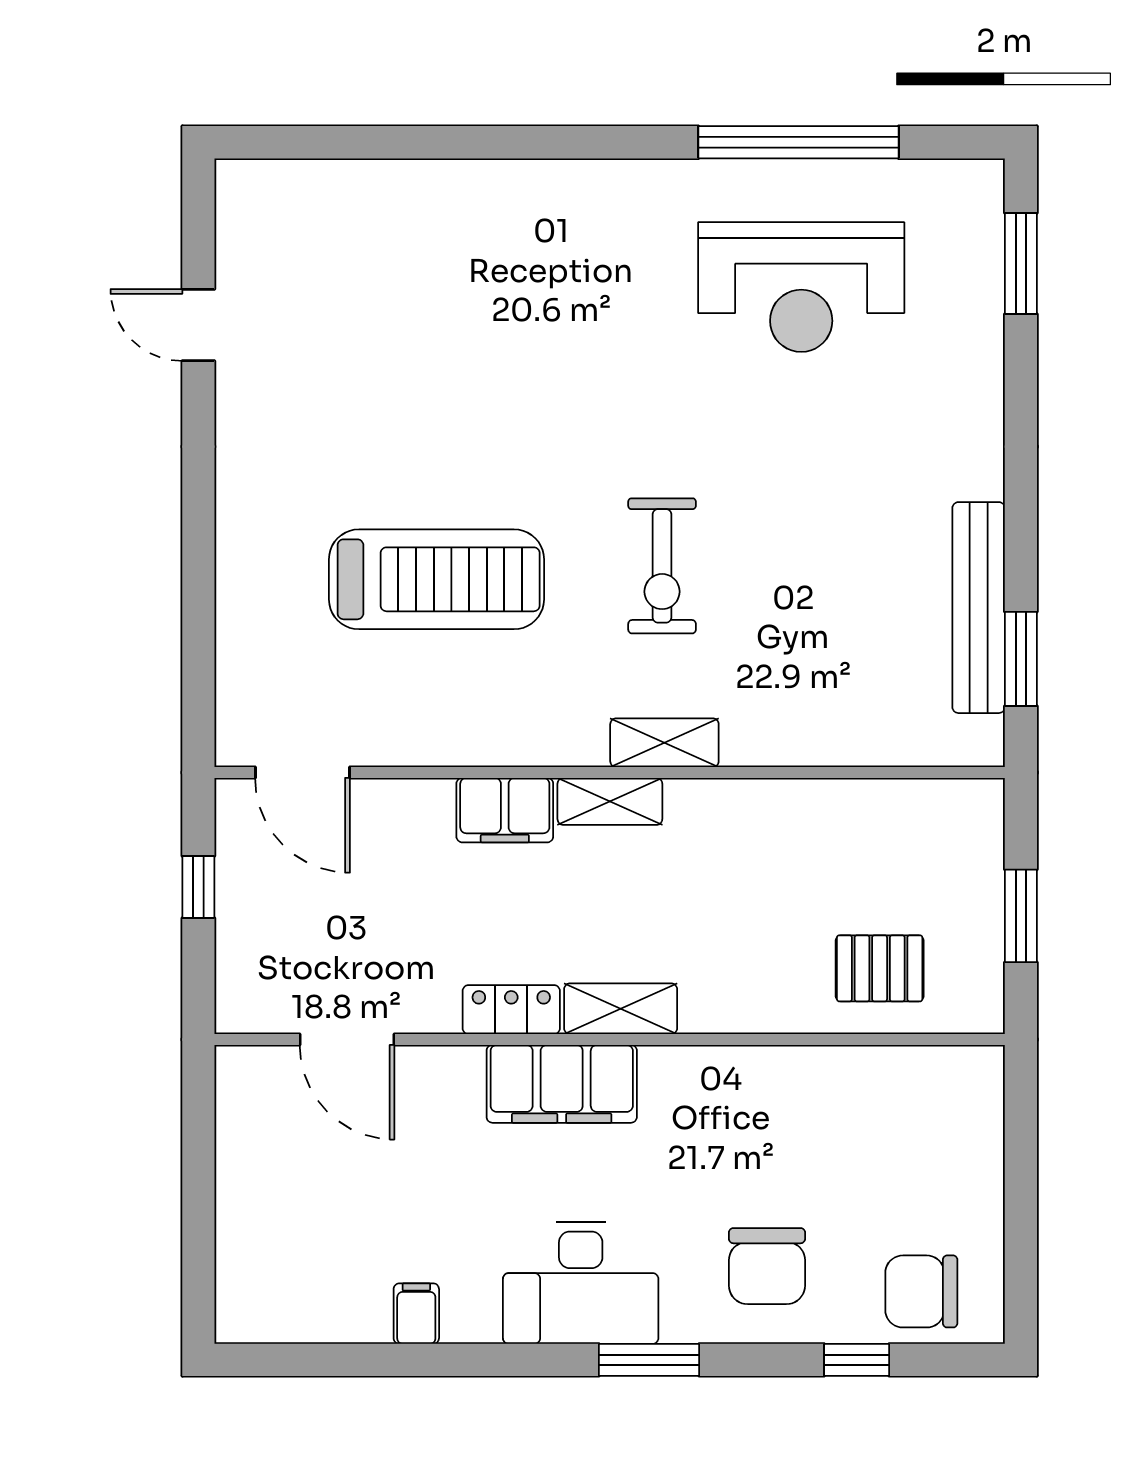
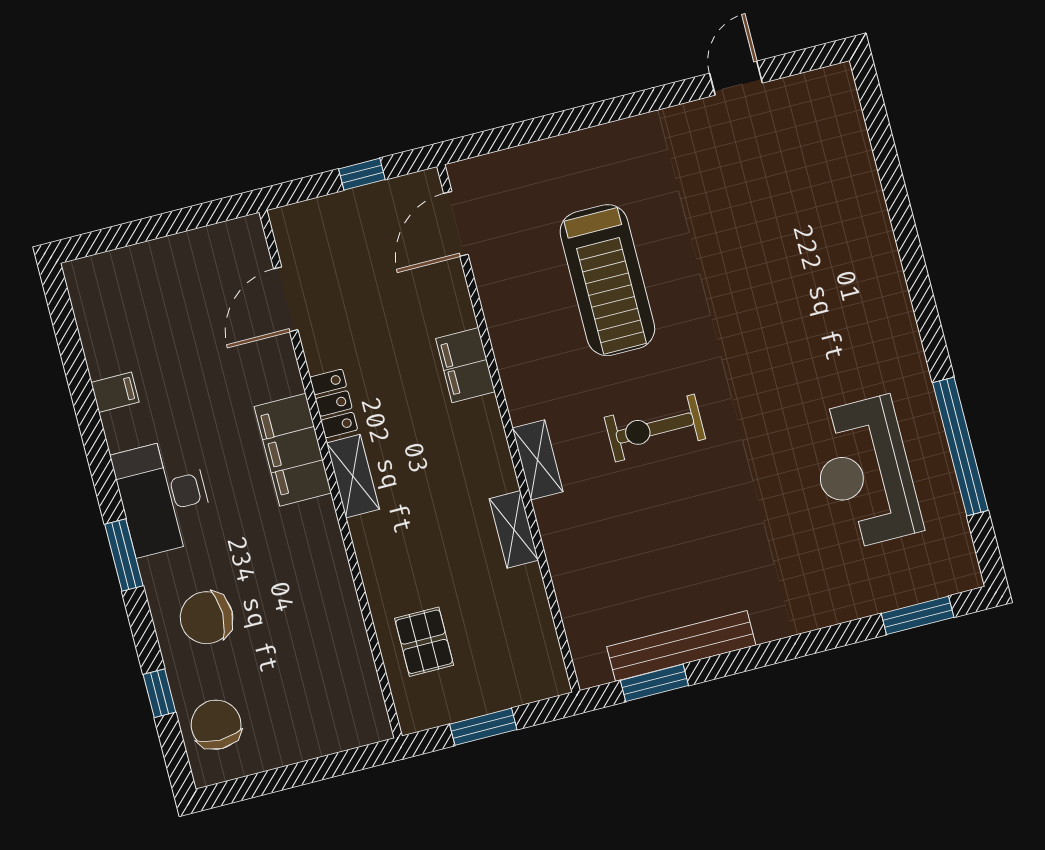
shelving: (610, 801) -> (514, 529), moved

